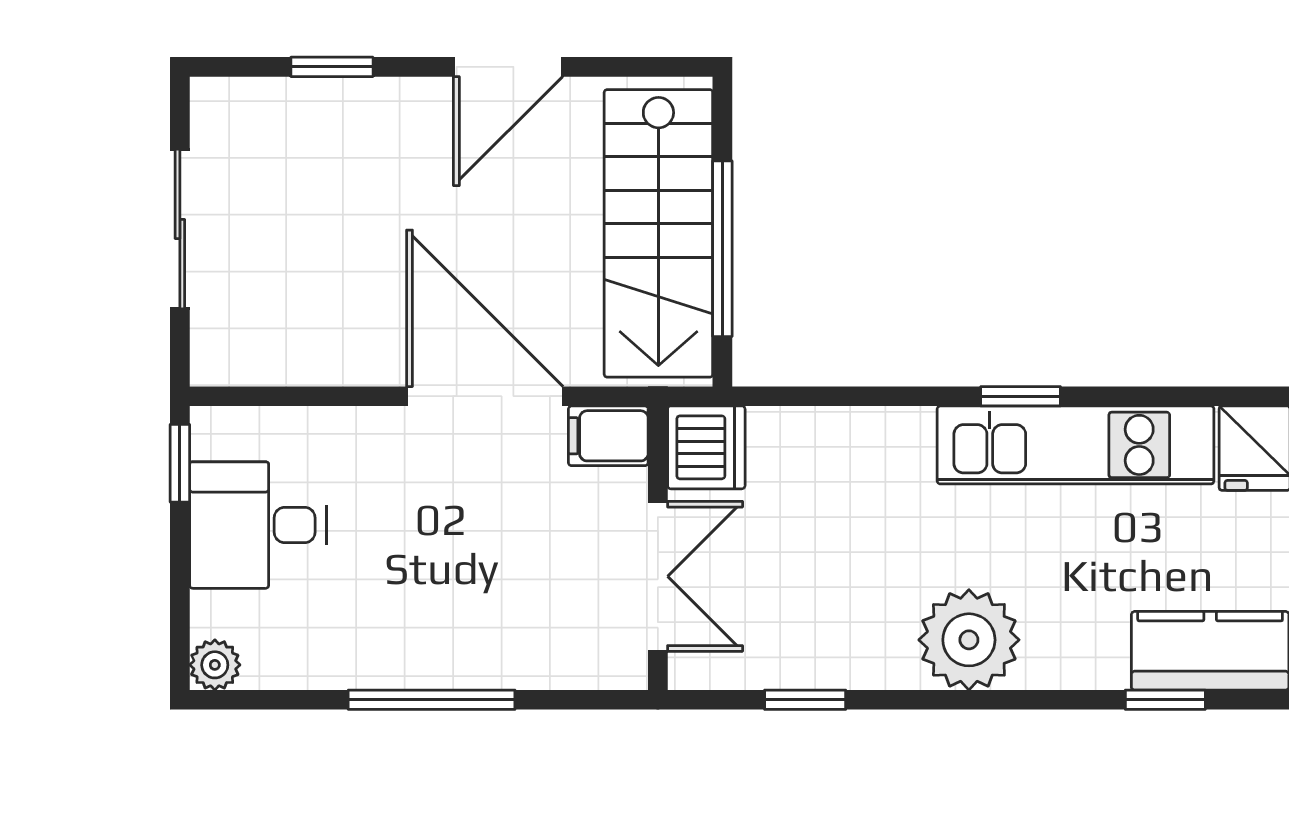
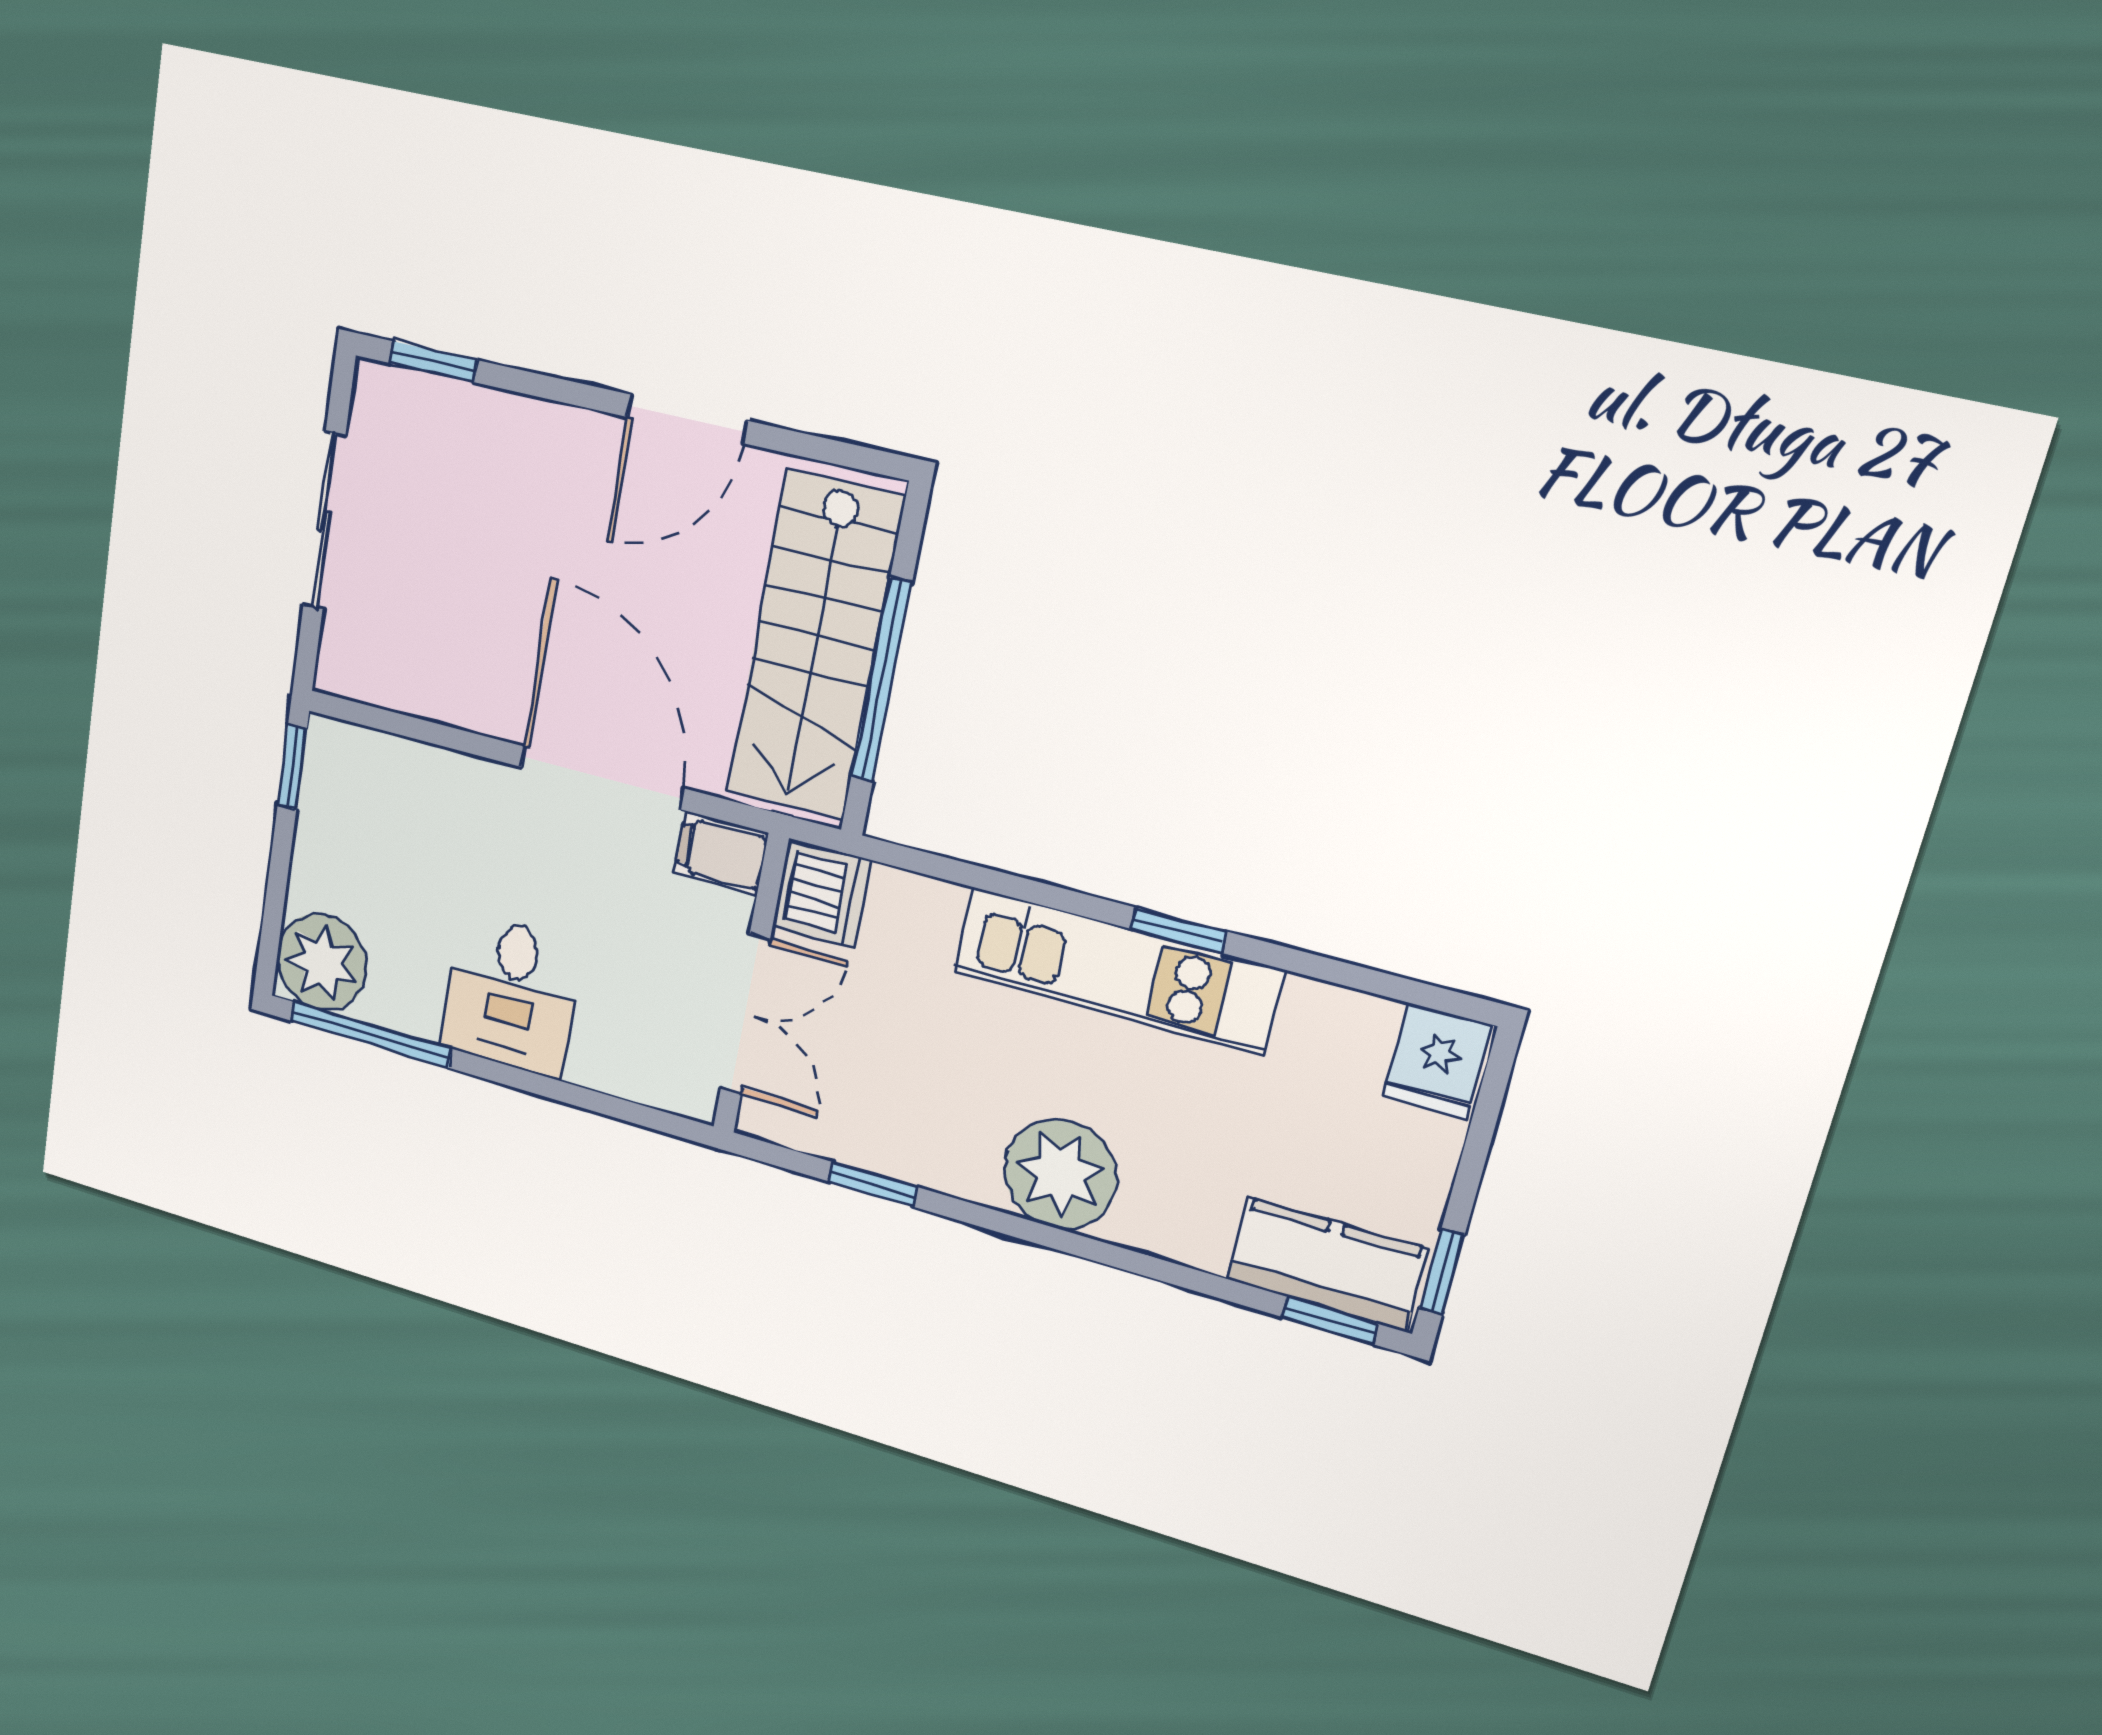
window: (332, 67) -> (433, 362), moved
kitchen unit: (1076, 445) -> (1117, 970), moved
desk: (258, 525) -> (511, 995), moved, turned -90
plant: (215, 665) -> (322, 962), width x1.87, depth x1.87
window: (432, 700) -> (371, 1035), moved
window: (1165, 700) -> (1330, 1320), moved

